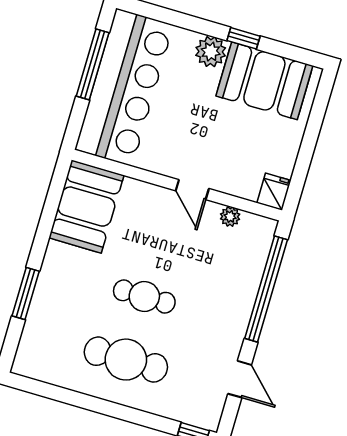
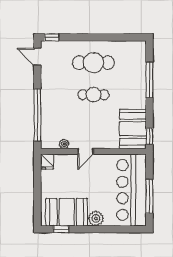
window: (243, 38) -> (61, 229), moved
window: (58, 183) -> (149, 136), added
door: (192, 190) -> (86, 151), swing flipped
window: (26, 293) -> (149, 80), width x1.44
door: (240, 379) -> (37, 57), moved

